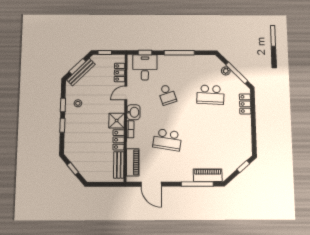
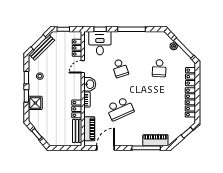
school desk: (210, 95) -> (159, 68), width x0.54
shower: (117, 121) -> (35, 103), moved
locker: (246, 132) -> (190, 102), added
school desk: (167, 140) -> (120, 109), turned -33
door: (151, 184) -> (106, 148), swing flipped

